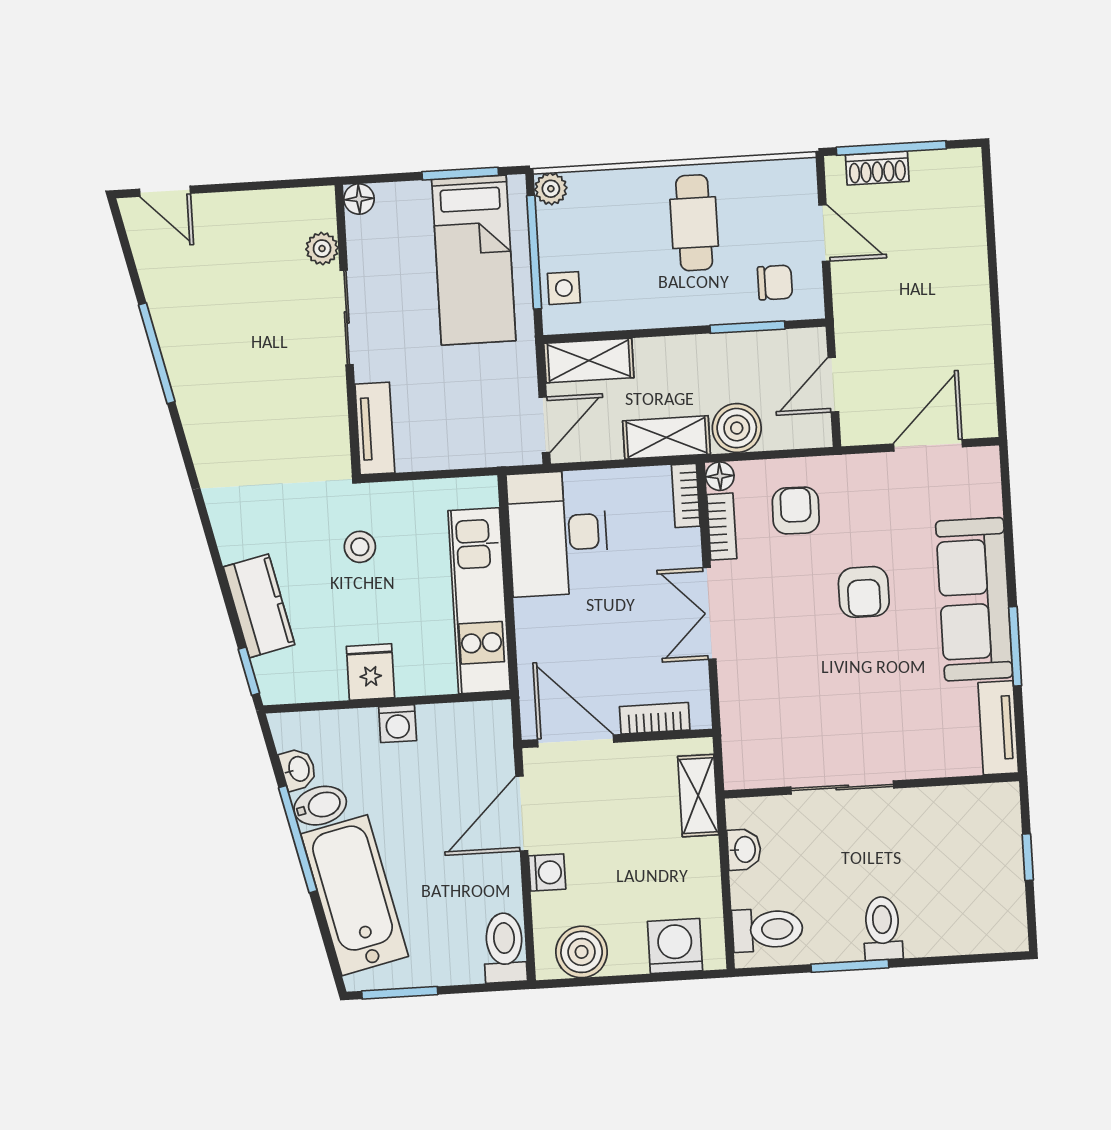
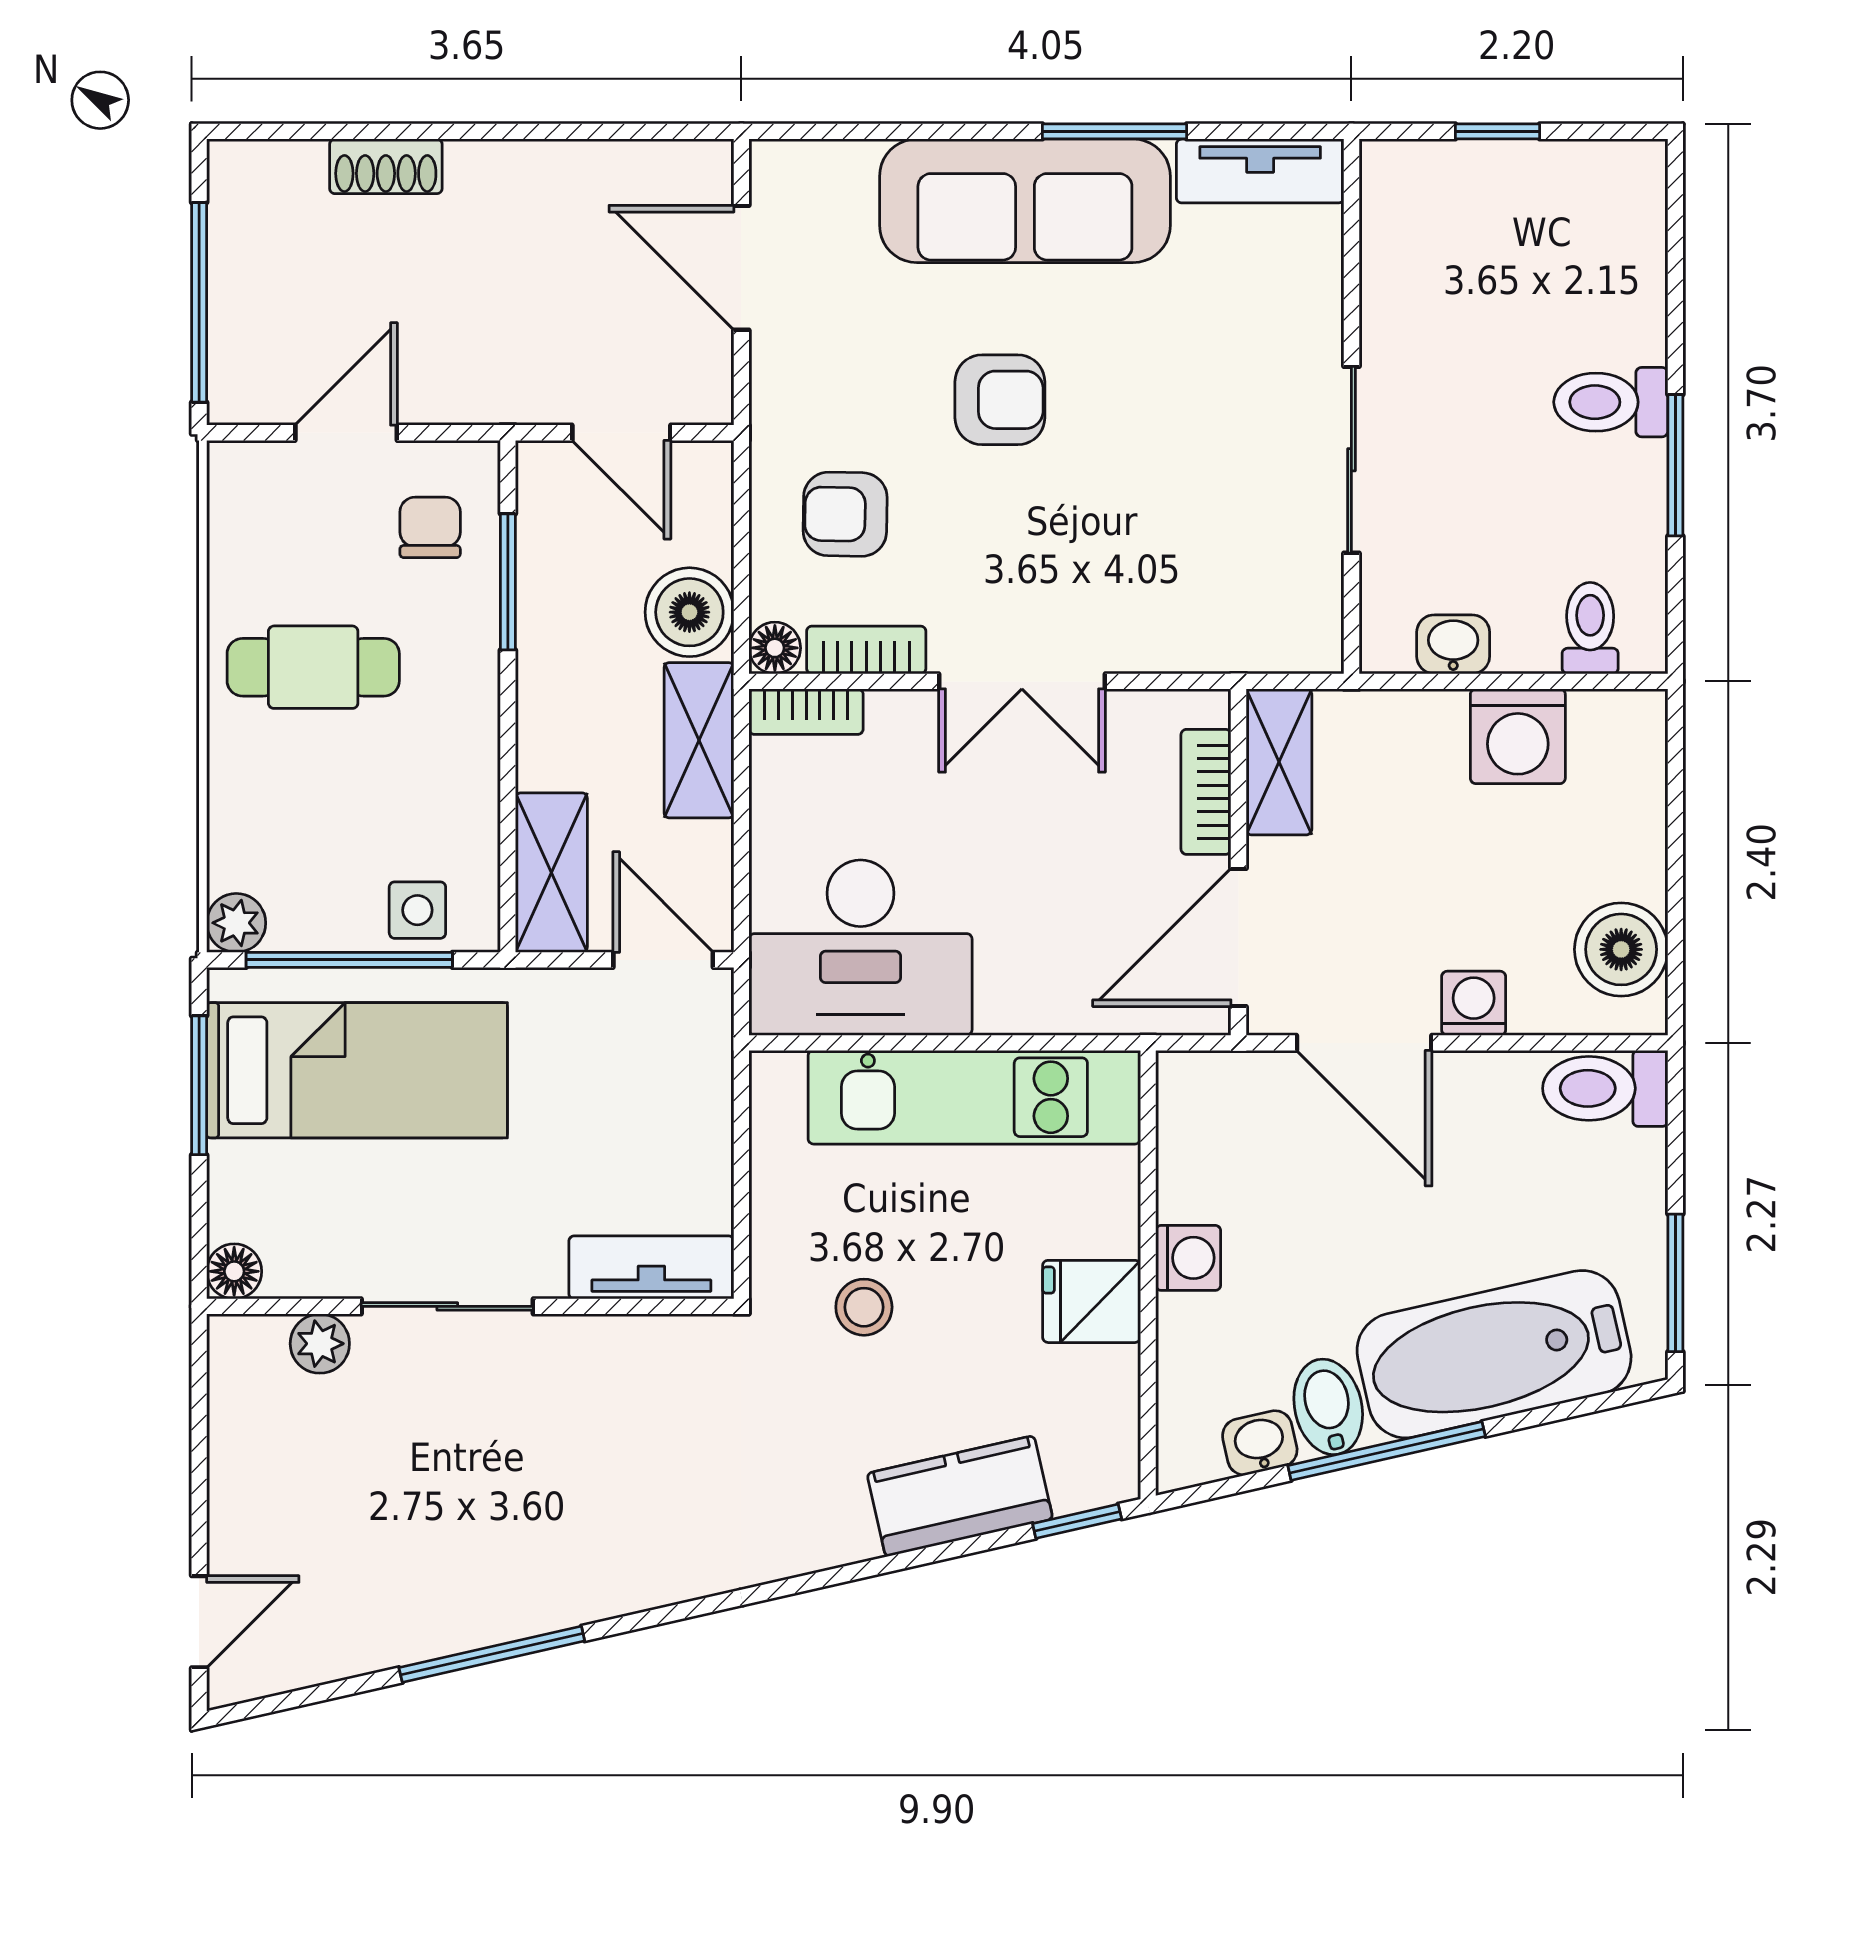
shoe rack: (877, 168) -> (386, 166), moved, turned 90
shelving: (698, 796) -> (1279, 762), moved, turned 90
toilet: (767, 930) -> (1590, 628), width x0.73, depth x0.72
washing machine: (675, 946) -> (1518, 736), moved, turned -90

